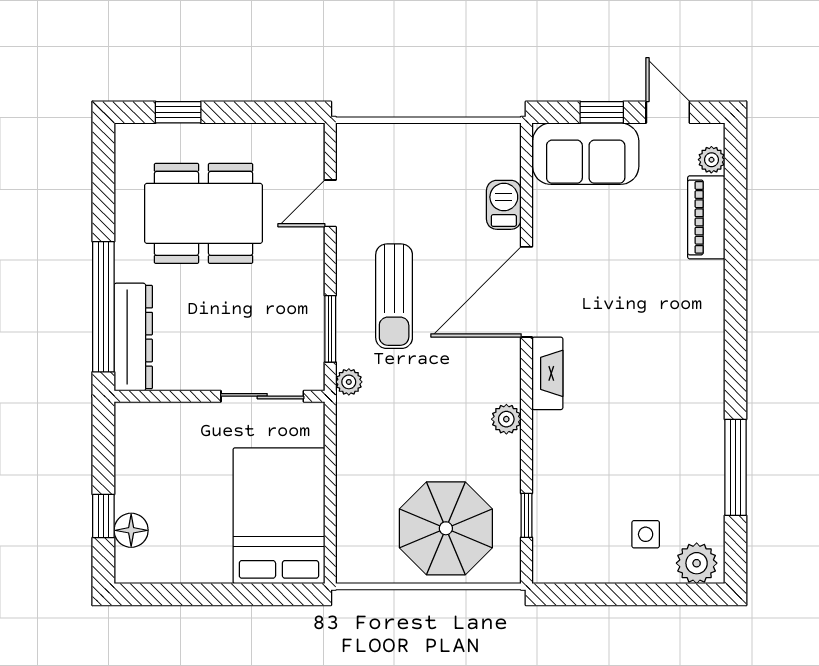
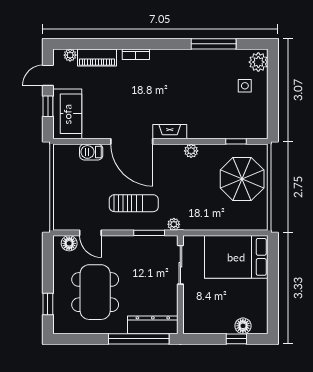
floor lamp: (308, 158) -> (69, 243), added
bookcase: (713, 301) -> (136, 54), added

